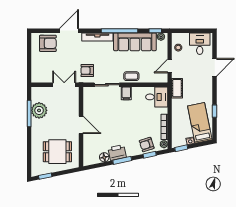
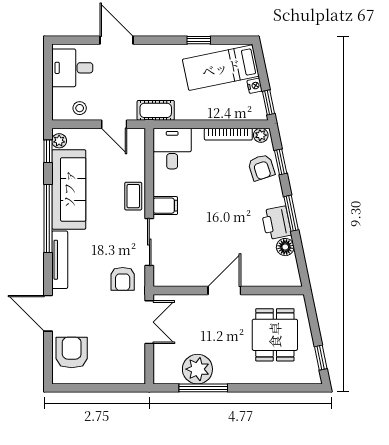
double door: (64, 85) -> (149, 322), swing flipped

